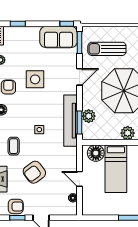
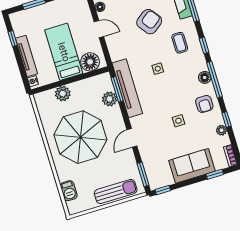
sofa: (59, 37) -> (192, 166), moved
sun lounger: (107, 49) -> (116, 192), moved
side table: (35, 79) -> (178, 121), width x0.54, depth x0.54

